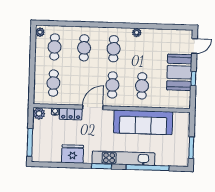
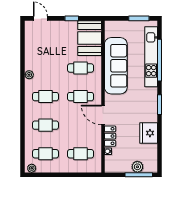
booth: (179, 72) -> (90, 38), moved, turned 90
plant: (39, 113) -> (137, 167), moved
kitchen unit: (123, 158) -> (151, 57), moved

